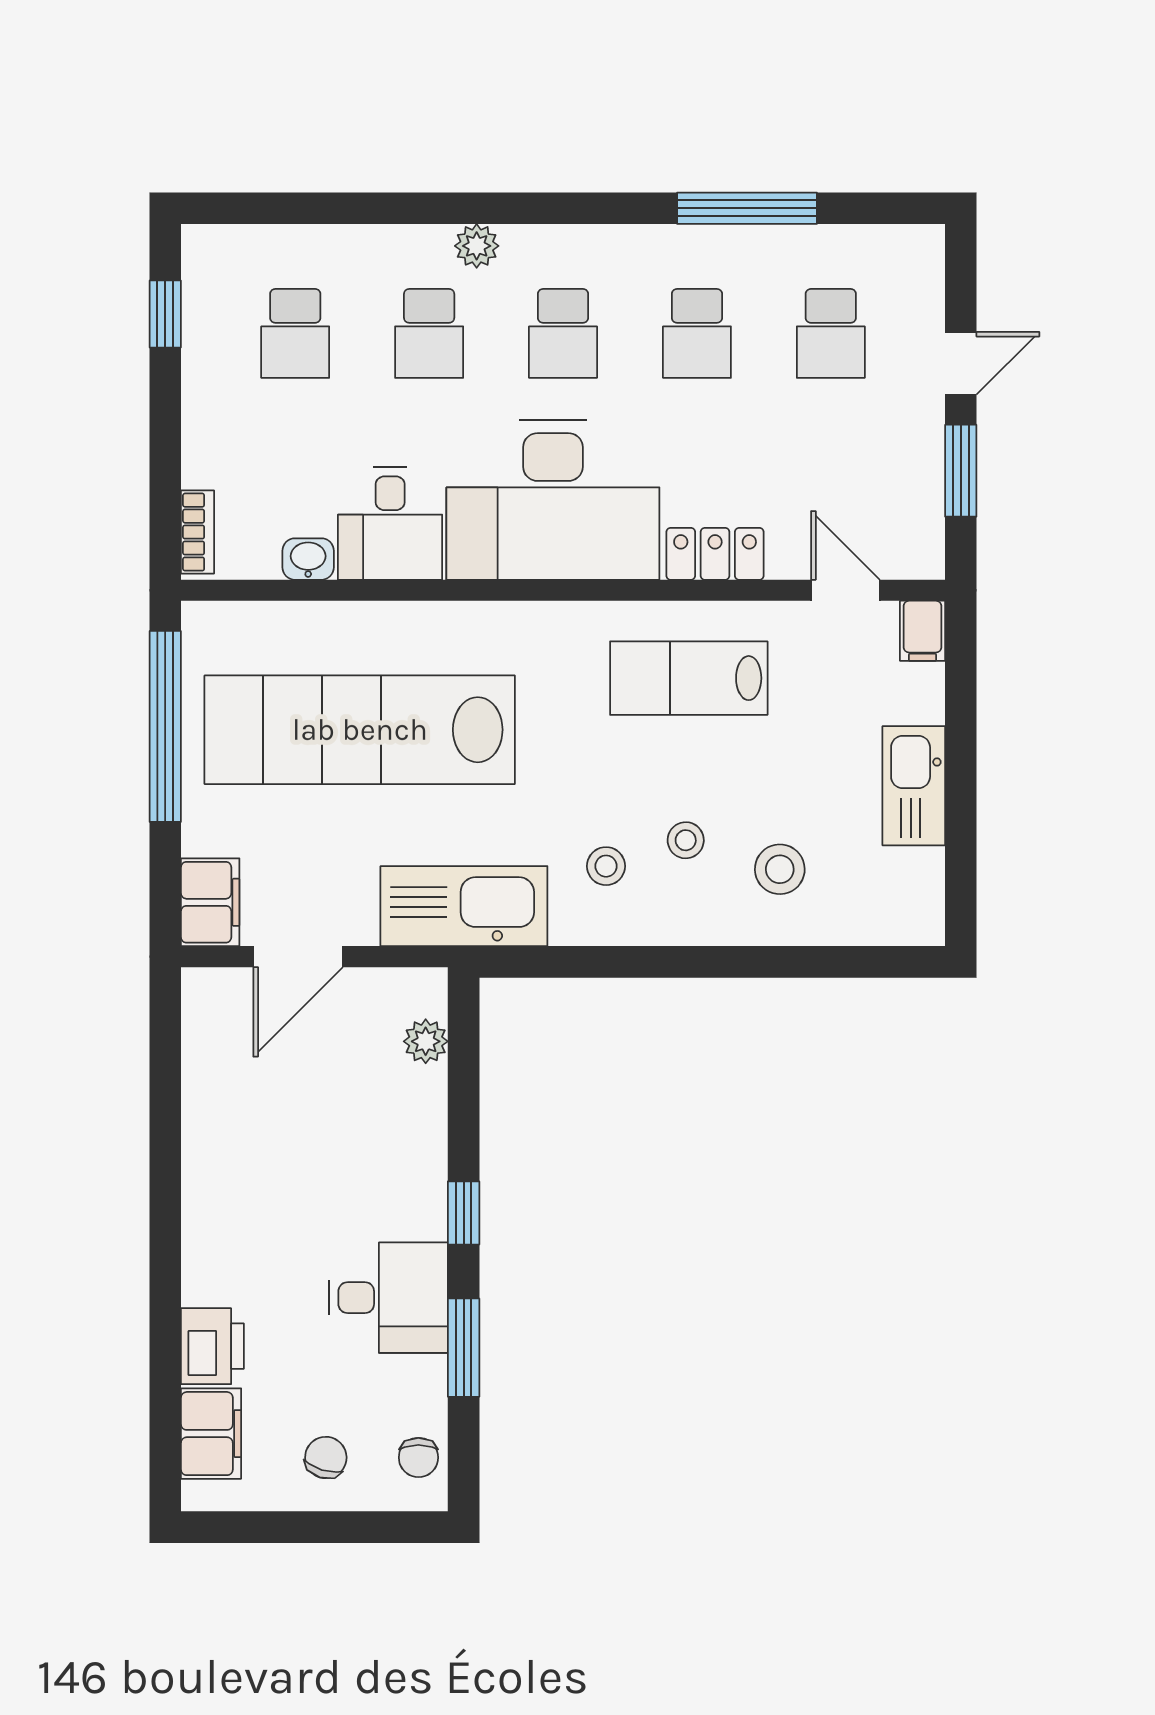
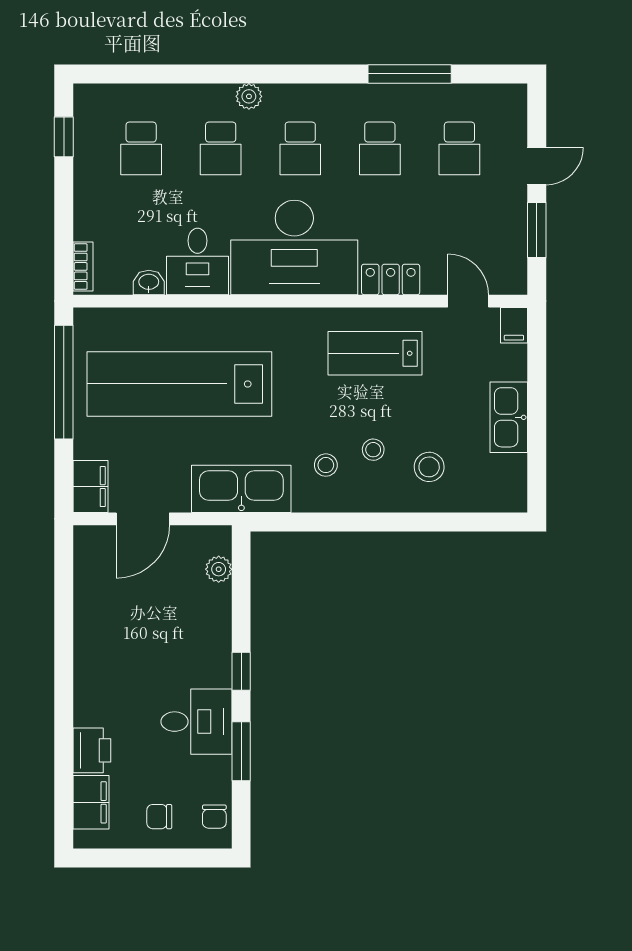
chair: (326, 1457) -> (159, 817), turned -107

